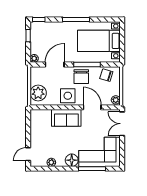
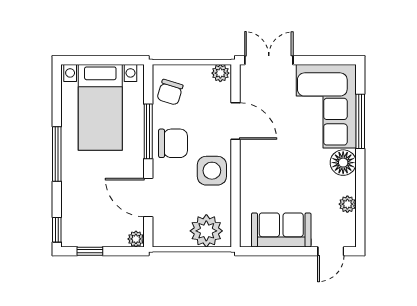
door: (92, 107) -> (236, 121), swing flipped
sofa: (66, 118) -> (281, 230), moved, turned -90
double door: (122, 124) -> (269, 60), swing flipped
door: (28, 154) -> (331, 251), hinge flipped

